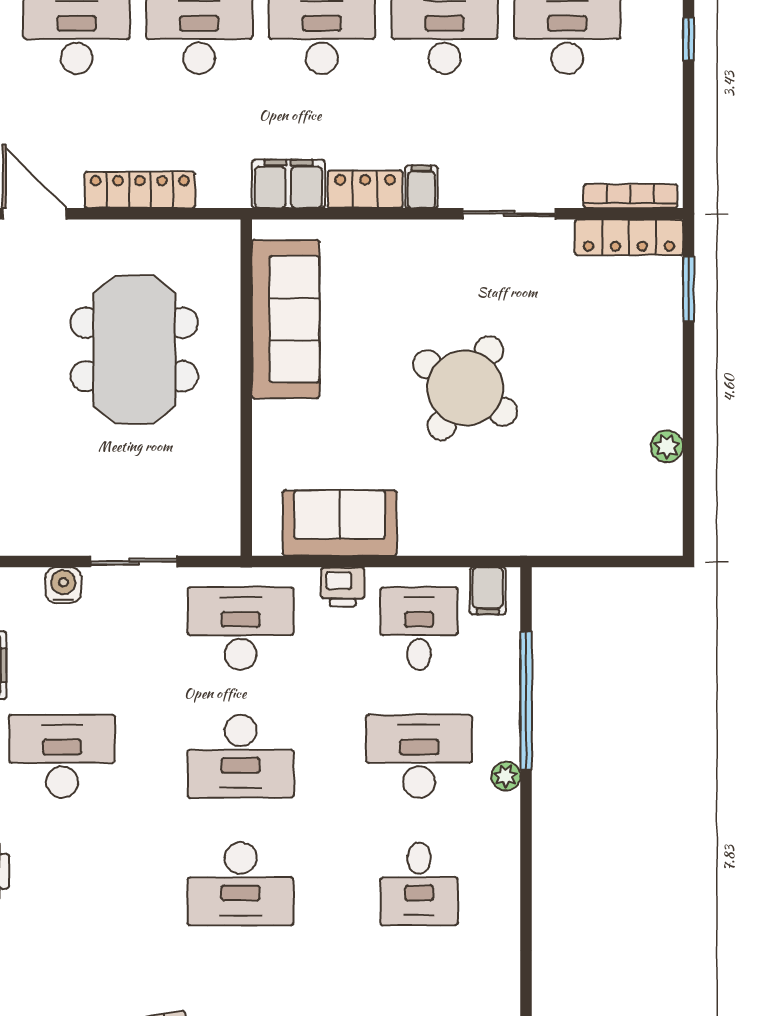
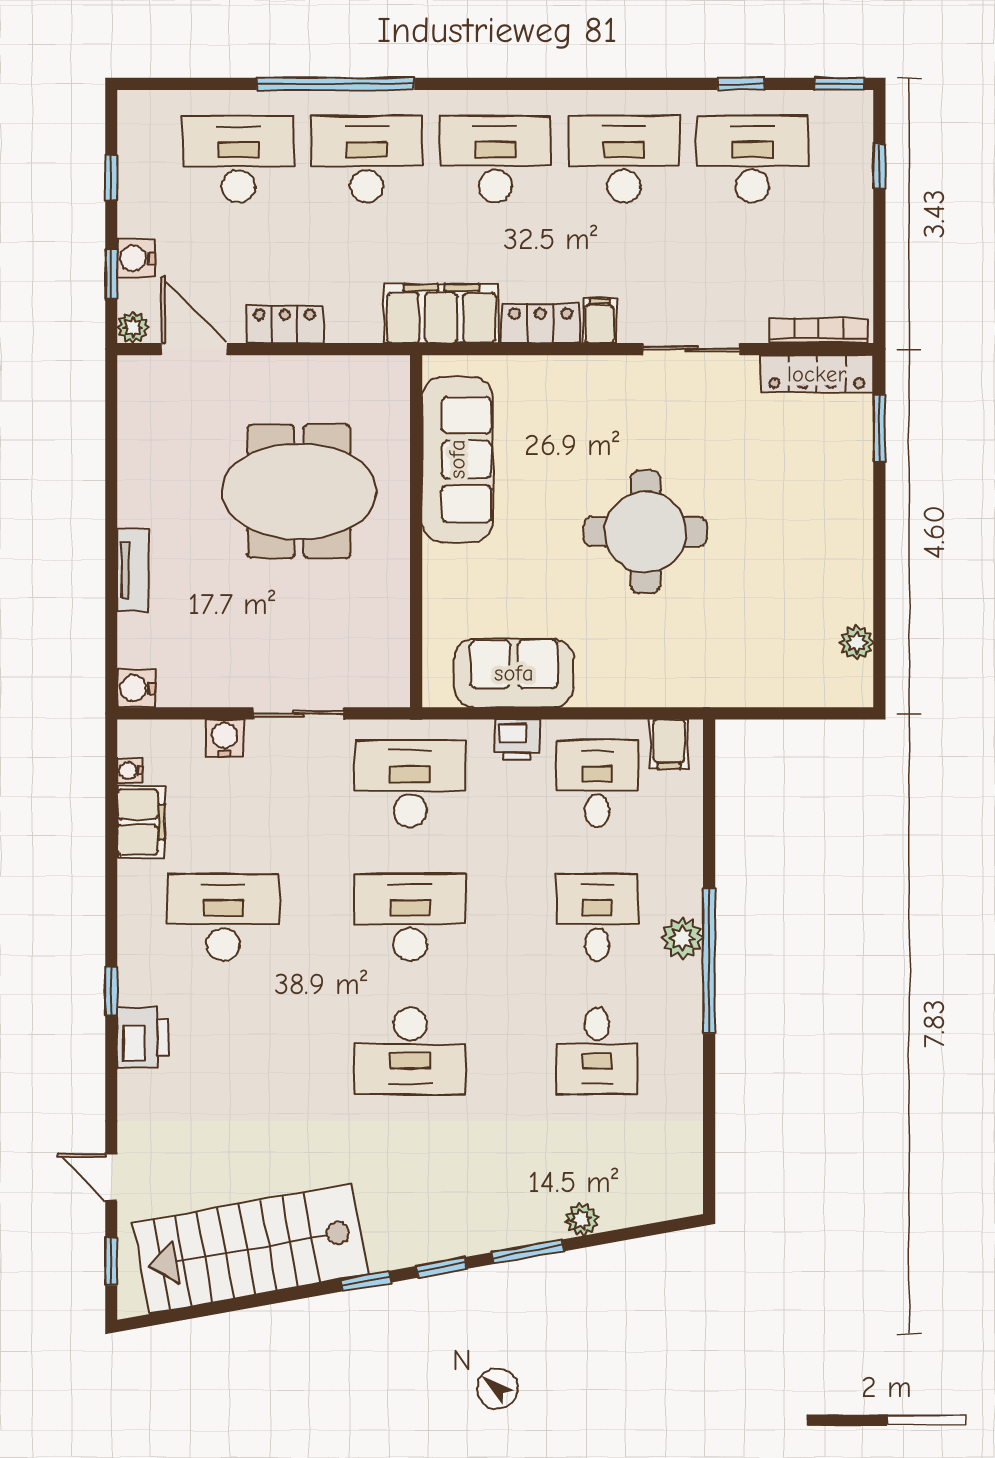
filing cabinet: (288, 184) -> (441, 314), width x1.50, depth x1.17
locker: (140, 190) -> (285, 324), width x0.66
meeting table: (134, 349) -> (299, 491), turned 90
round table: (465, 388) -> (645, 532), turned -32
plant: (667, 446) -> (857, 643), moved
window: (526, 701) -> (709, 961), moved
desk: (241, 756) -> (410, 917), turned 180
desk: (419, 756) -> (597, 917), width x0.73
plant: (506, 776) -> (682, 938), width x1.38, depth x1.38

